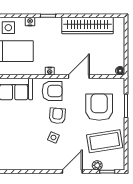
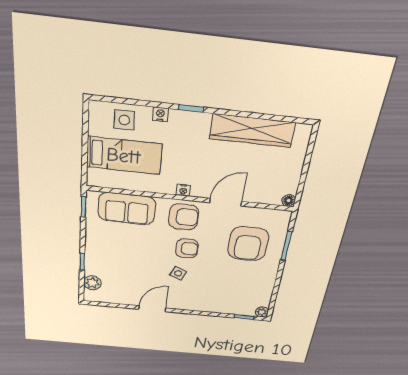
armchair: (99, 107) -> (248, 244), turned 180
armchair: (57, 116) -> (187, 248), turned 85
coffee table: (105, 141) -> (247, 284), removed
plant: (97, 165) -> (262, 312), moved
door: (72, 172) -> (152, 309), moved

